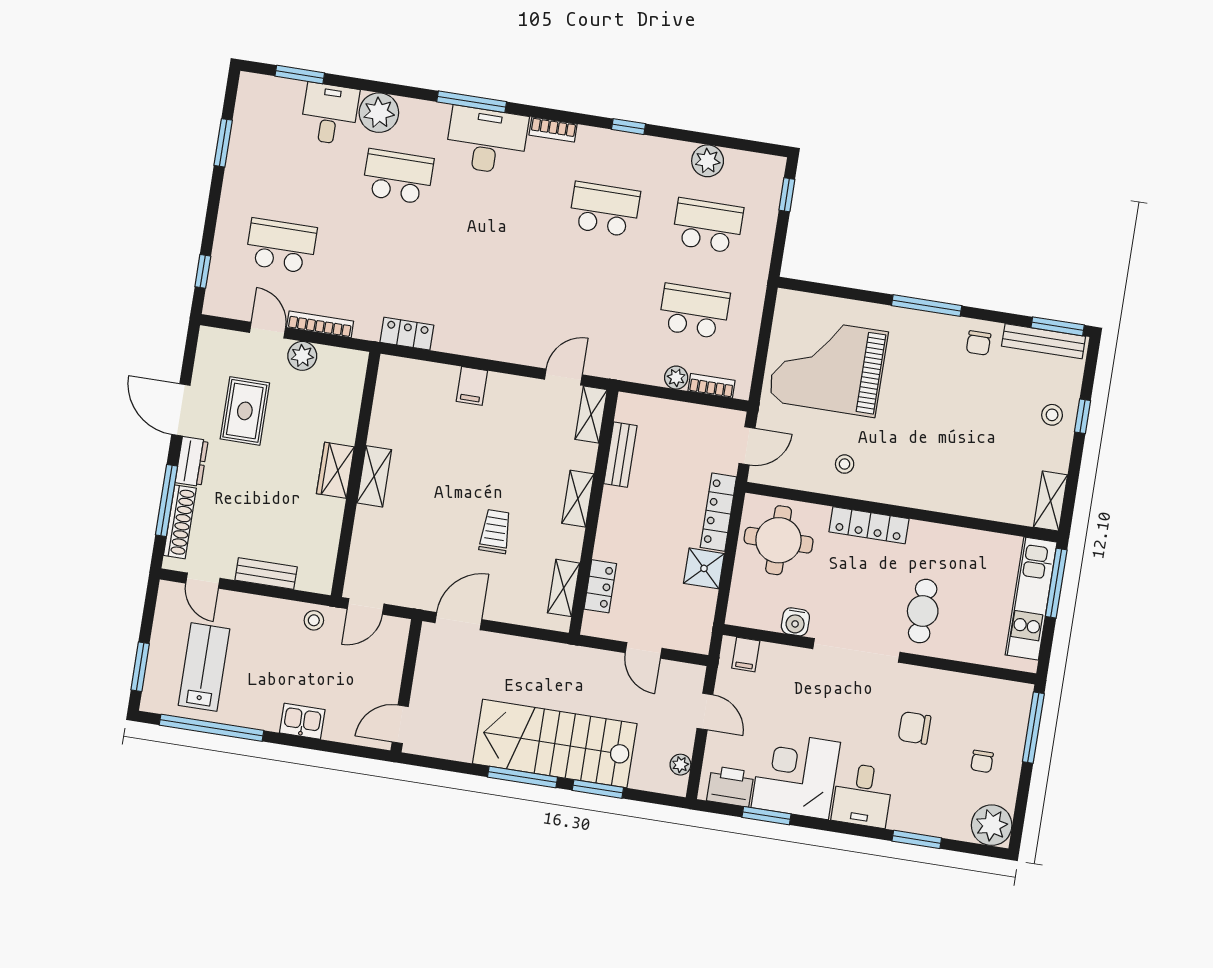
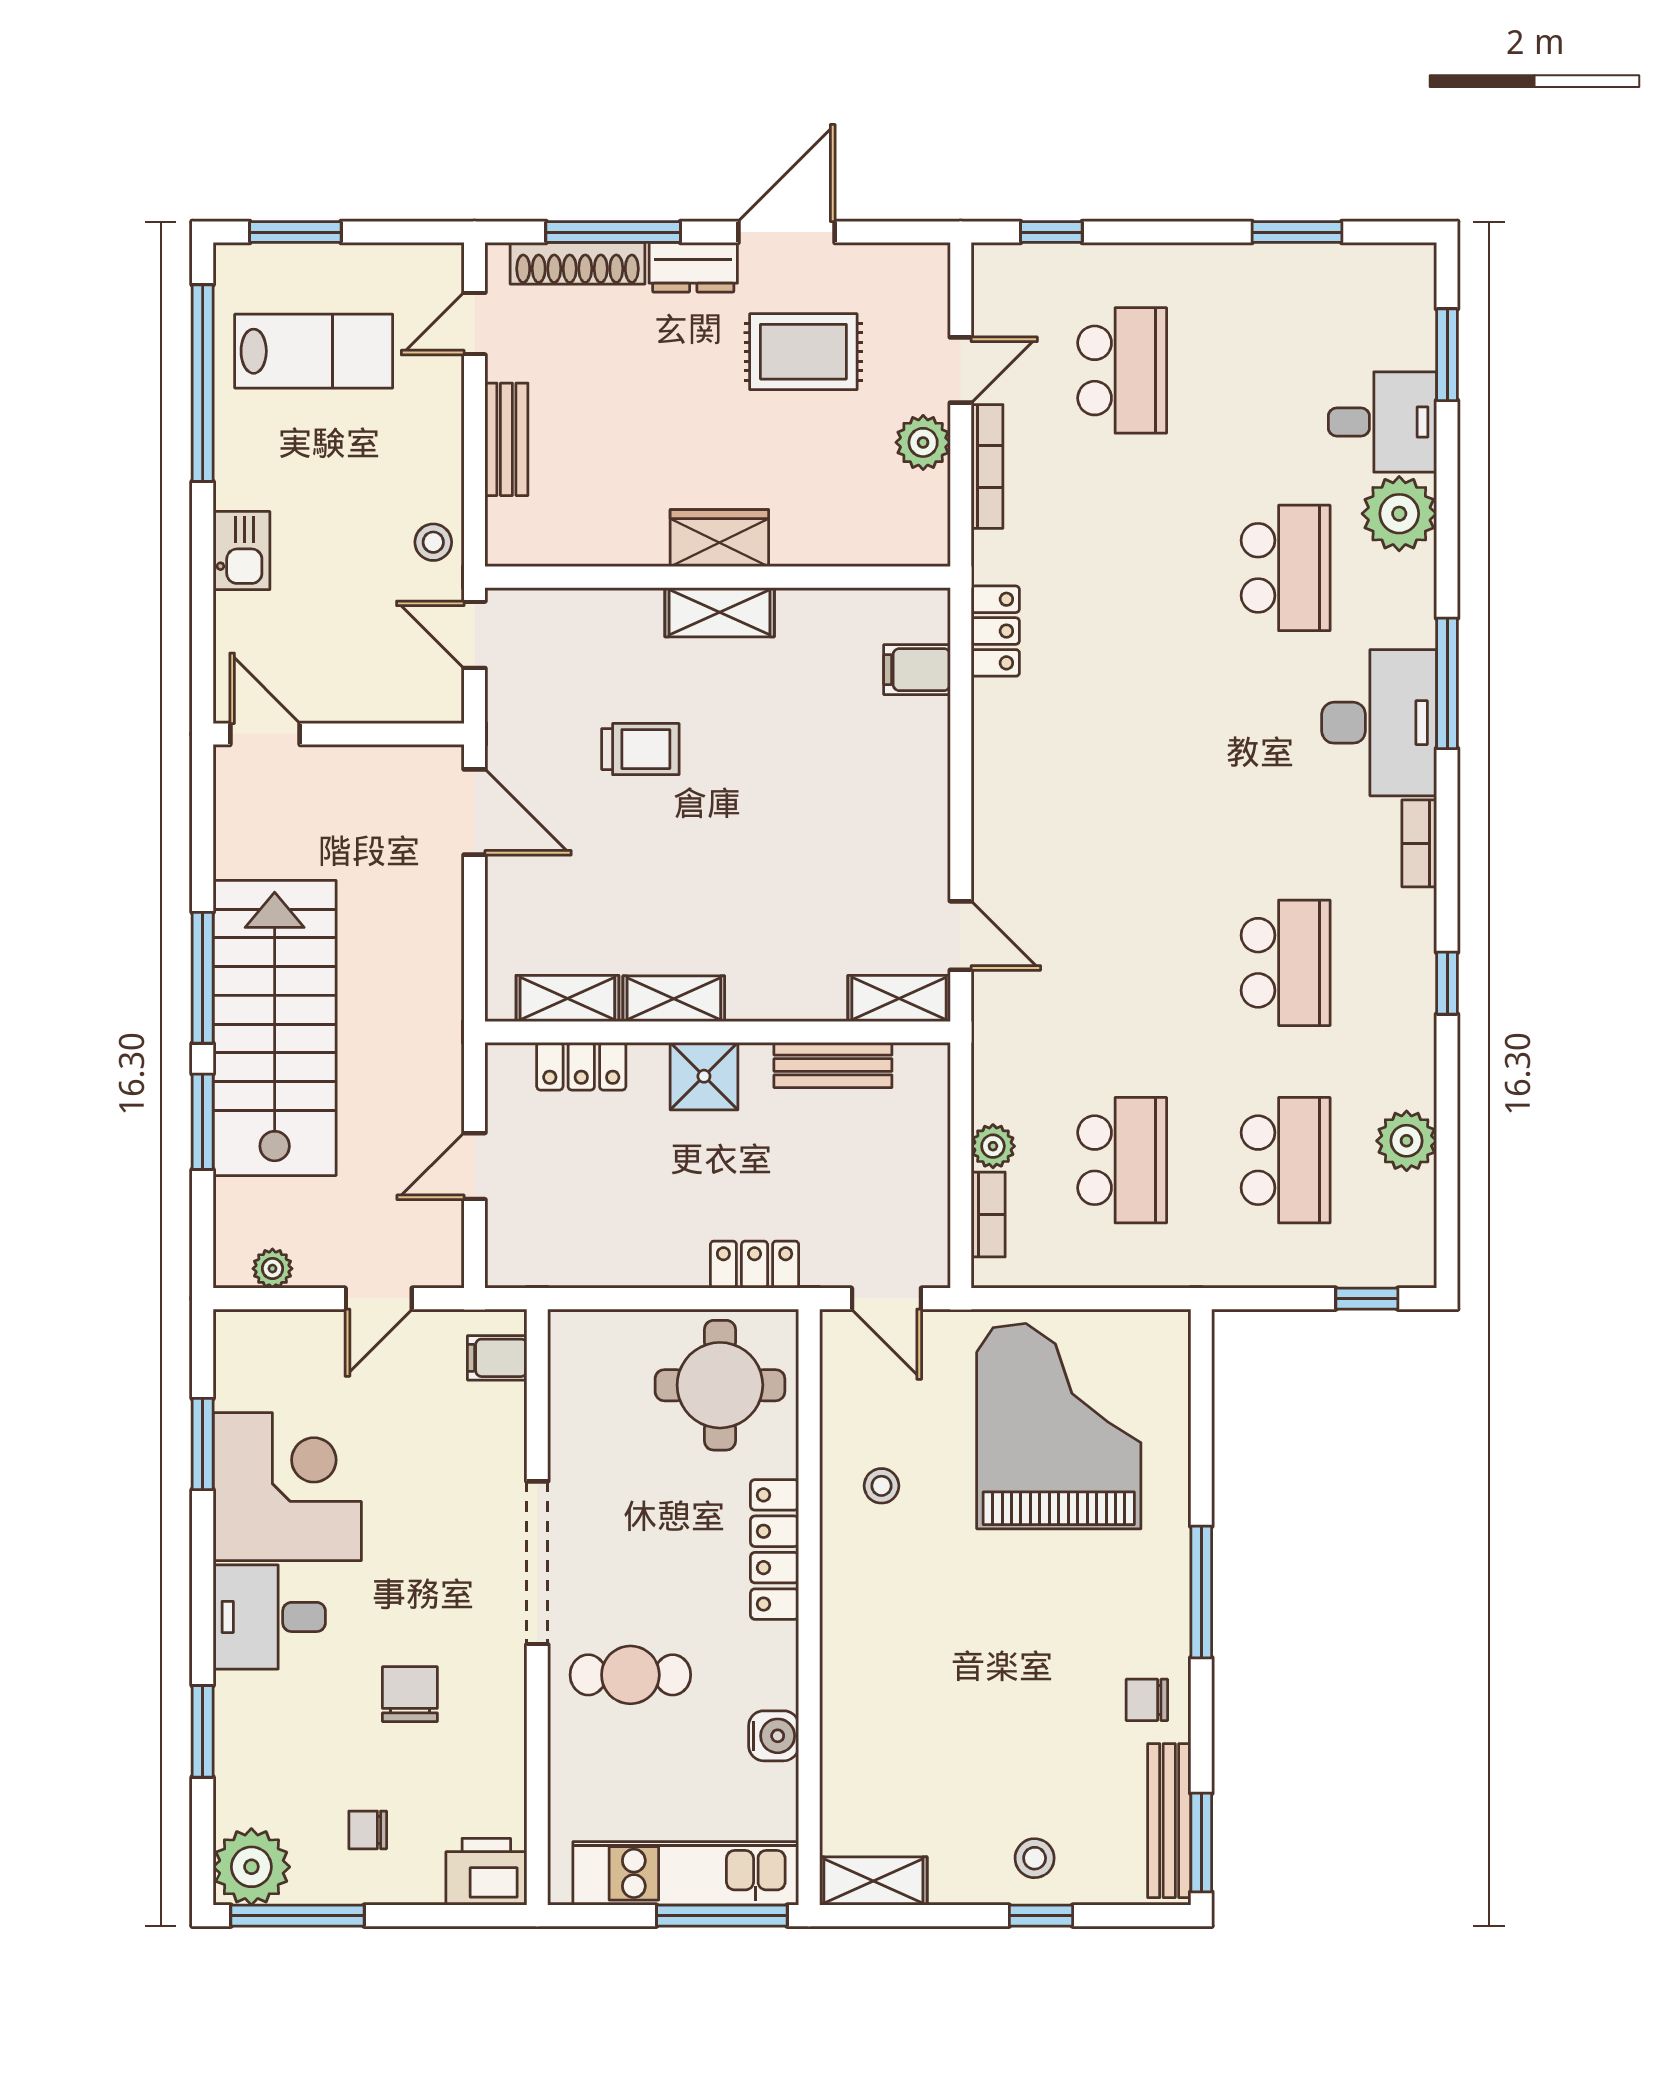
filing cabinet: (472, 386) -> (917, 670), moved
shelving: (578, 499) -> (674, 999), moved
locker: (718, 512) -> (755, 1265), width x0.66
trolley: (495, 532) -> (640, 749), moved
shower: (704, 568) -> (704, 1076), moved
water cooler: (795, 622) -> (774, 1736), moved, turned 180
window: (1033, 728) -> (298, 1916), moved
printer: (730, 786) -> (486, 1872), moved, turned -90

